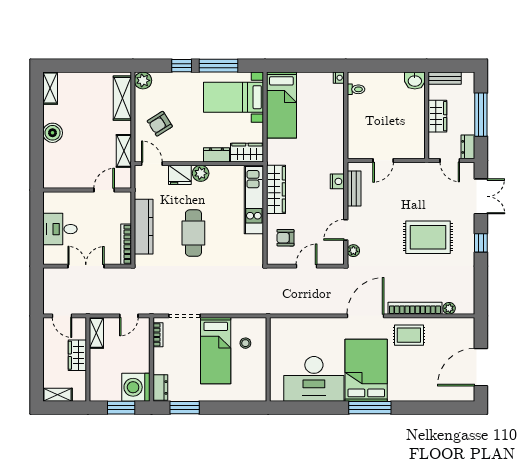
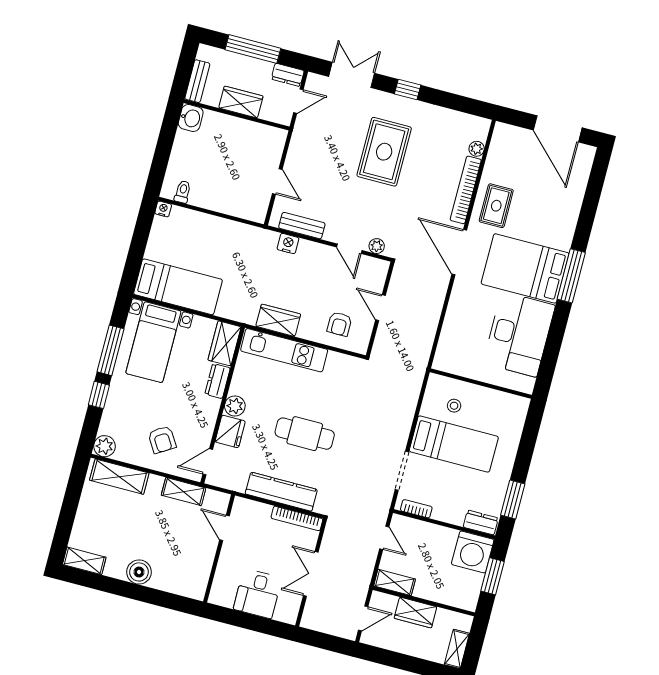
wardrobe: (276, 189) -> (278, 320), width x0.67

